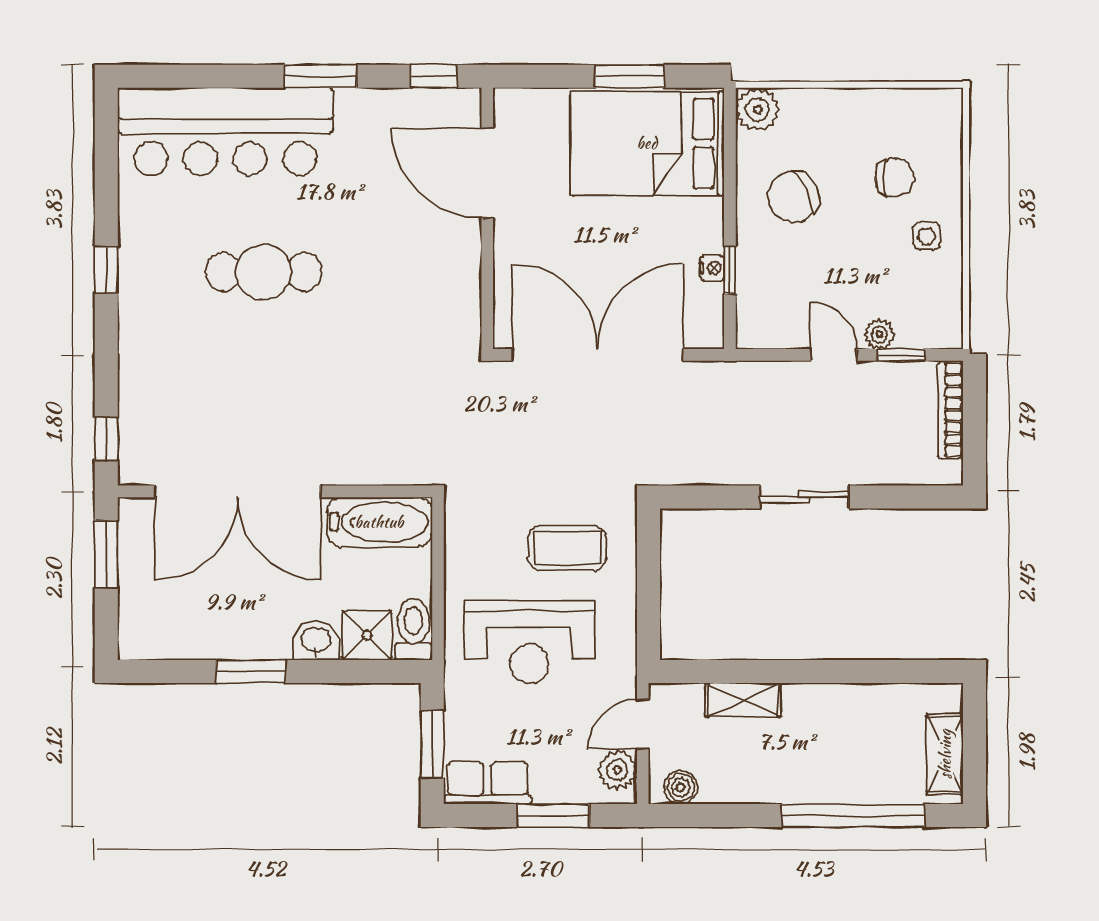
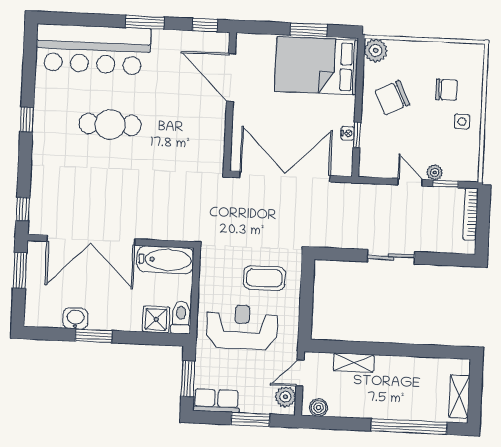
washbasin: (316, 641) -> (75, 319), moved
reception desk: (529, 642) -> (242, 327), turned 180

